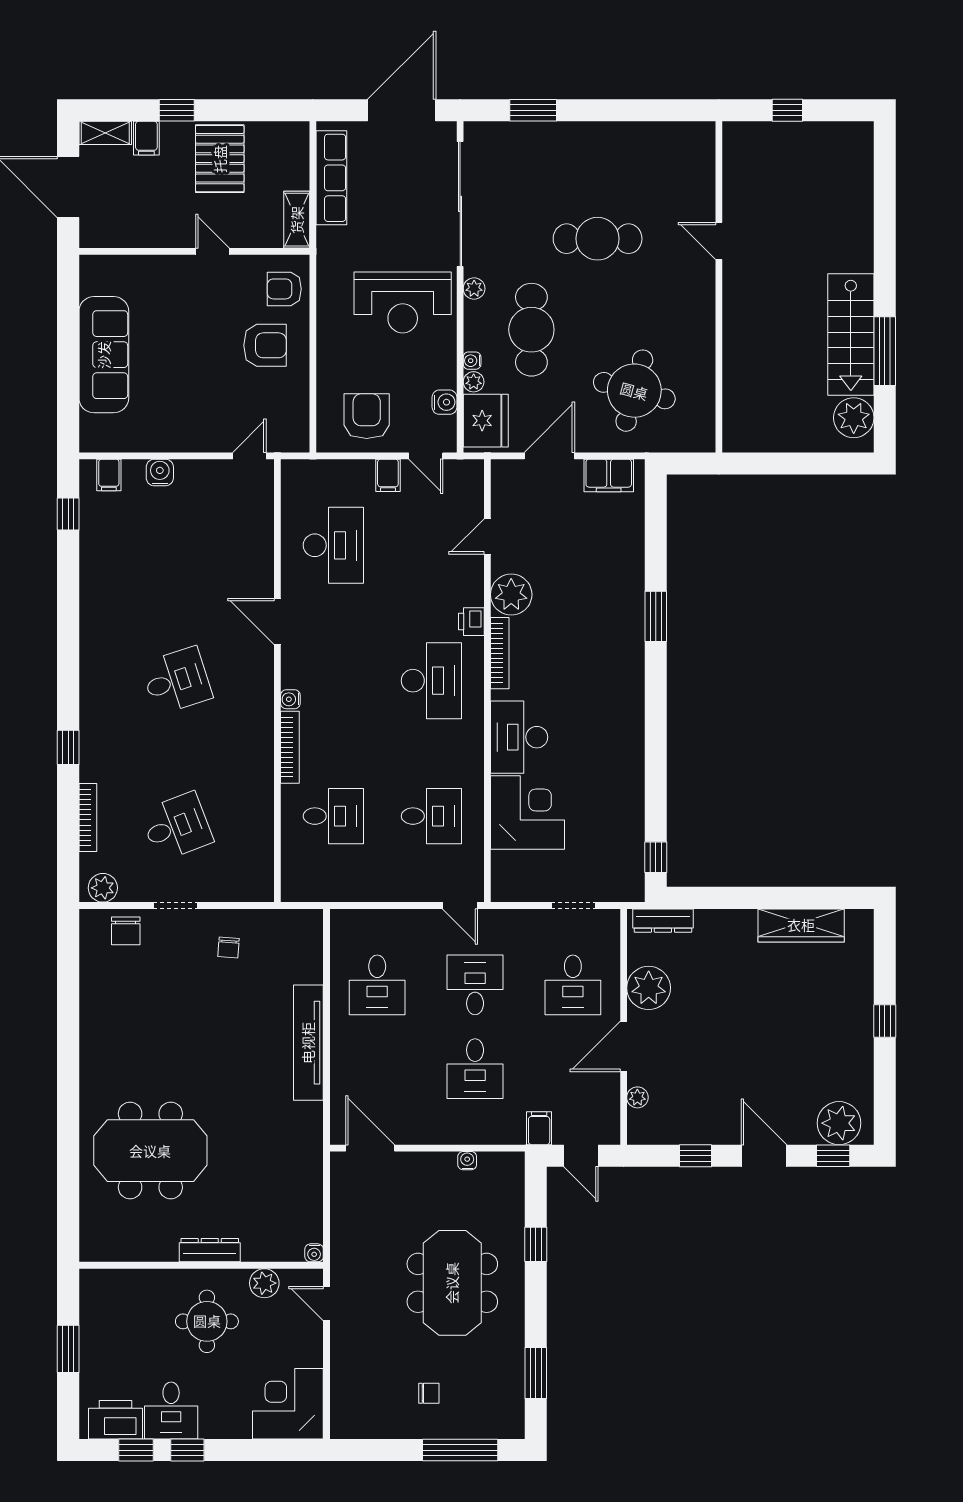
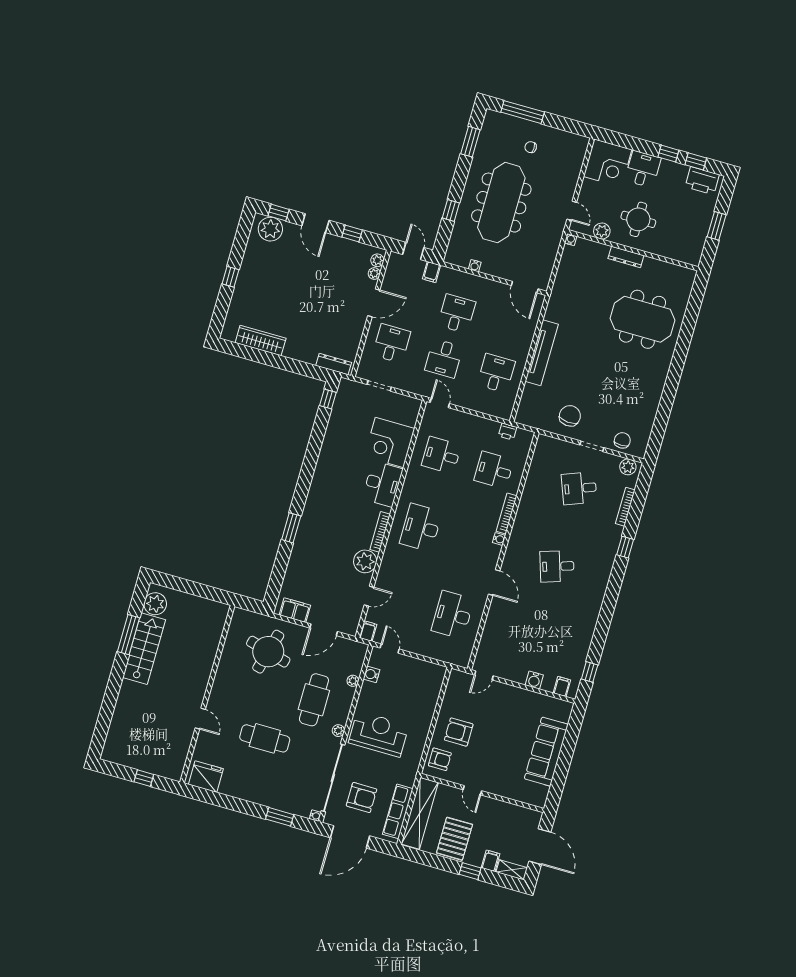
shelving: (297, 220) -> (420, 813), width x2.20, depth x1.33
water cooler: (472, 361) -> (315, 816), moved
armchair: (367, 416) -> (362, 797), moved, turned -90
fridge: (486, 421) -> (206, 777), moved, turned 90
filing cabinet: (388, 475) -> (368, 631), moved
printer: (471, 622) -> (508, 432), moved, turned 90
chair: (228, 948) -> (570, 416), width x1.87, depth x1.87
plant: (649, 988) -> (377, 260), moved, width x0.53, depth x0.53
meeting table: (452, 1283) -> (501, 203), width x1.36
desk: (171, 1411) -> (643, 169), moved

